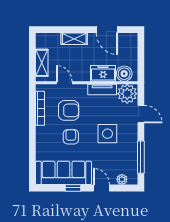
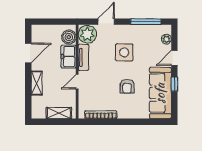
door: (64, 83) -> (77, 82), moved
armchair: (69, 110) -> (103, 88), removed
armchair: (71, 137) -> (127, 86), turned -90

